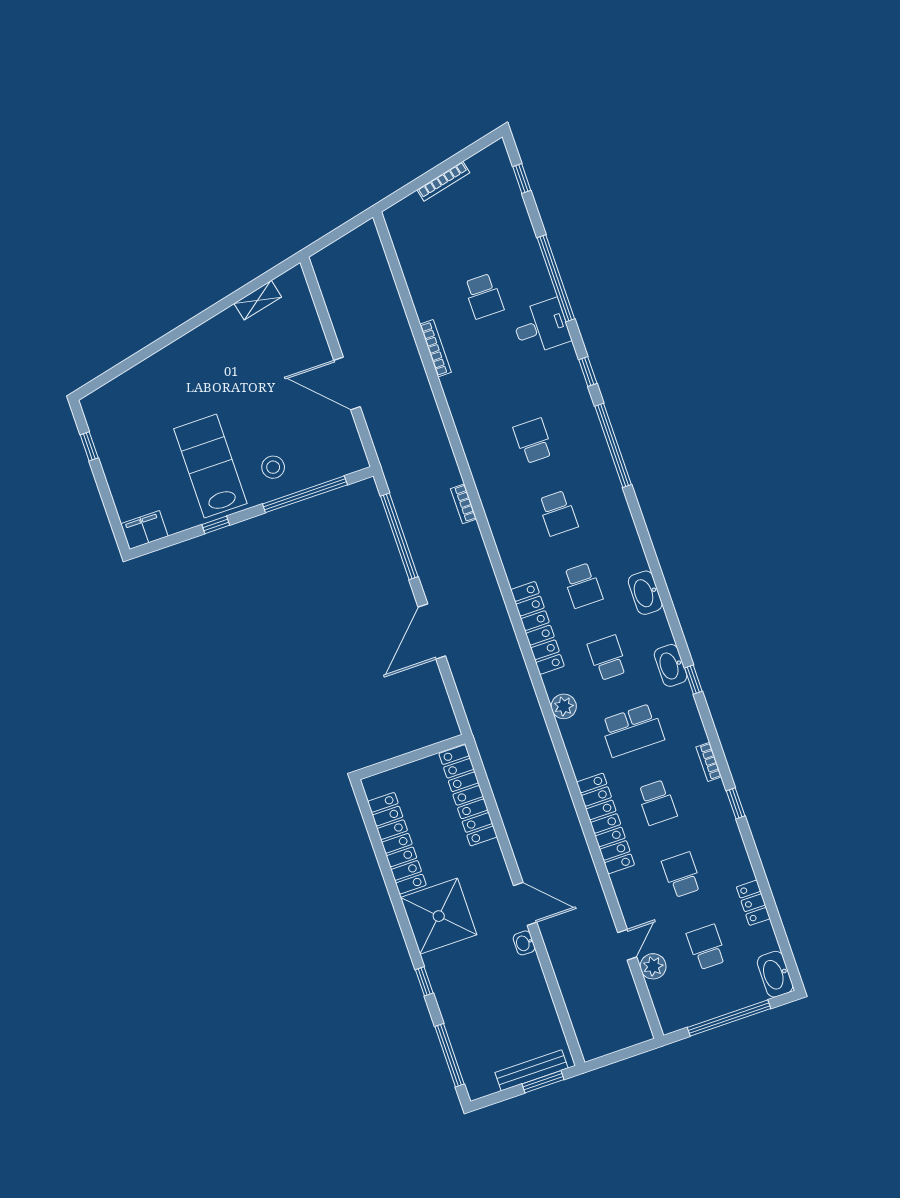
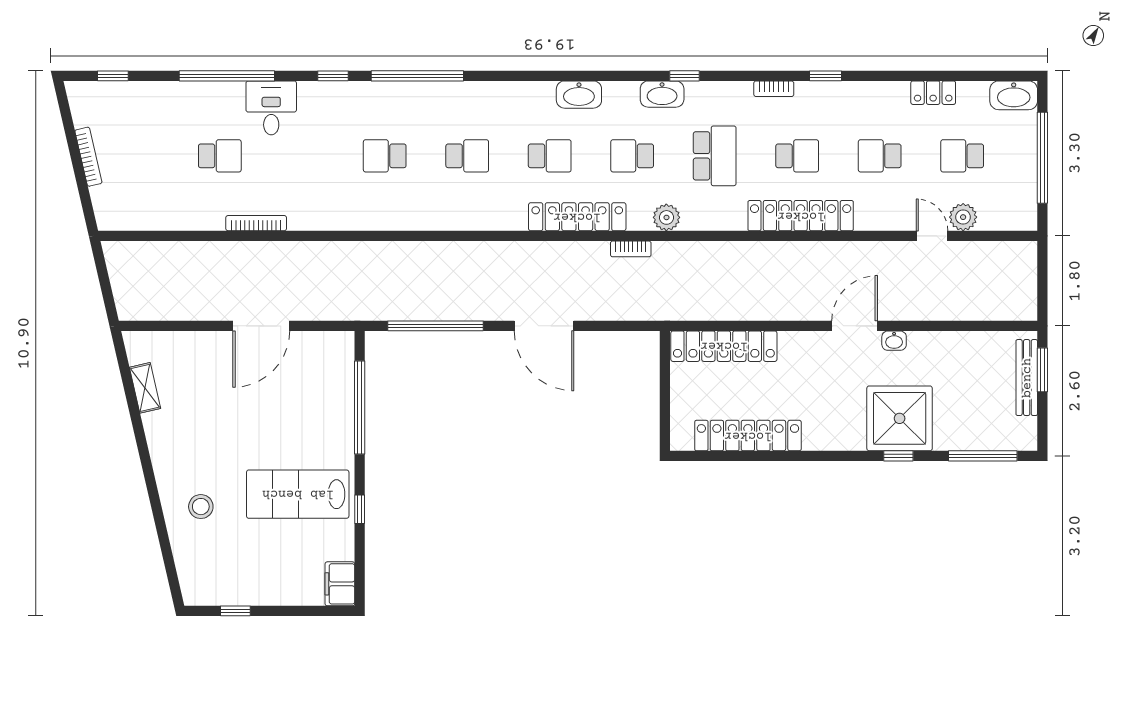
stool: (273, 467) -> (201, 507), moved
bookcase: (464, 504) -> (631, 249), moved
shower: (439, 916) -> (900, 418), moved

